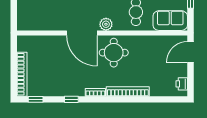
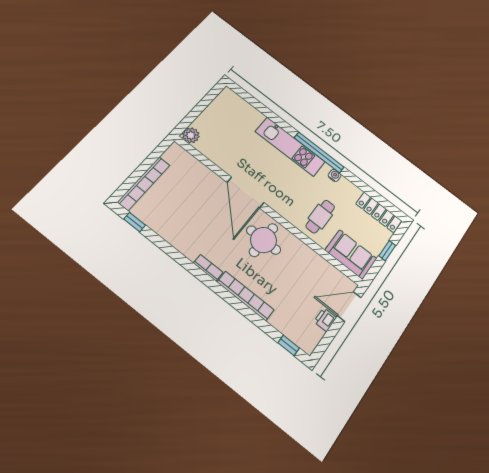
plant: (106, 24) -> (191, 135), moved
printer: (182, 84) -> (325, 320), moved
window: (71, 99) -> (289, 345), moved

